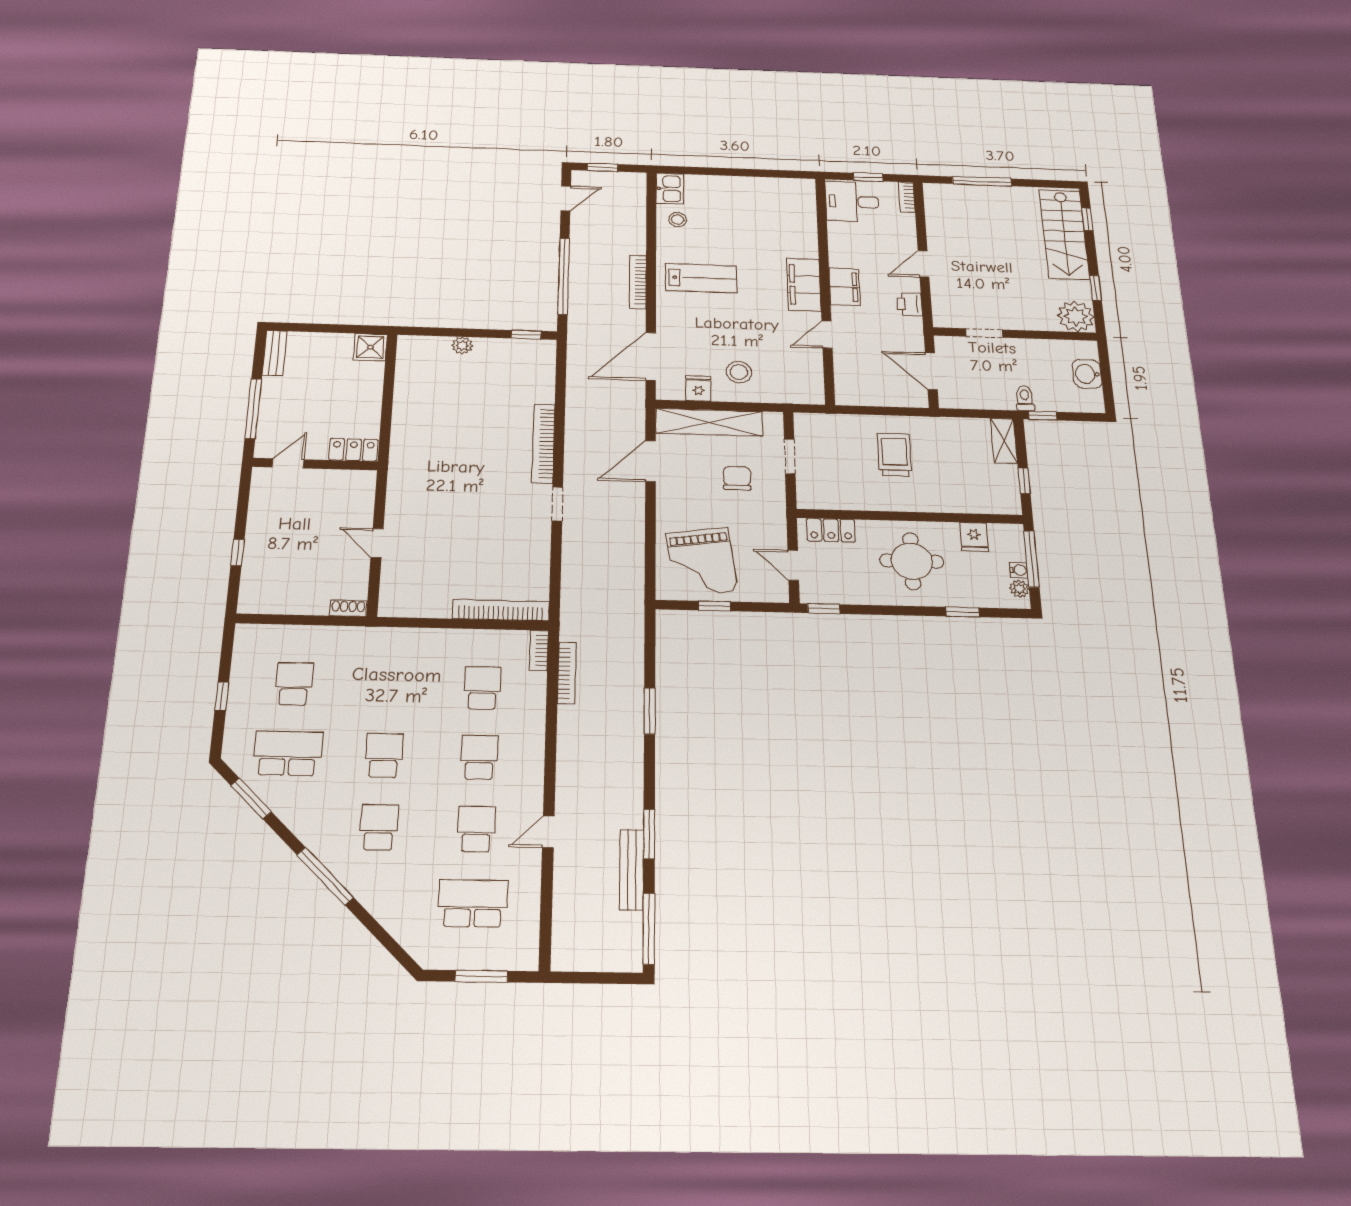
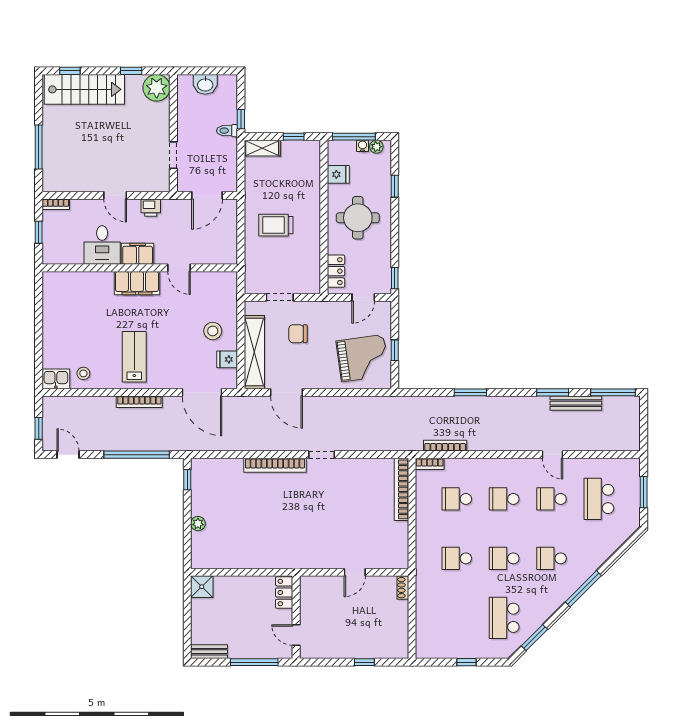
desk: (852, 202) -> (102, 245), moved
school desk: (294, 684) -> (457, 558), moved

